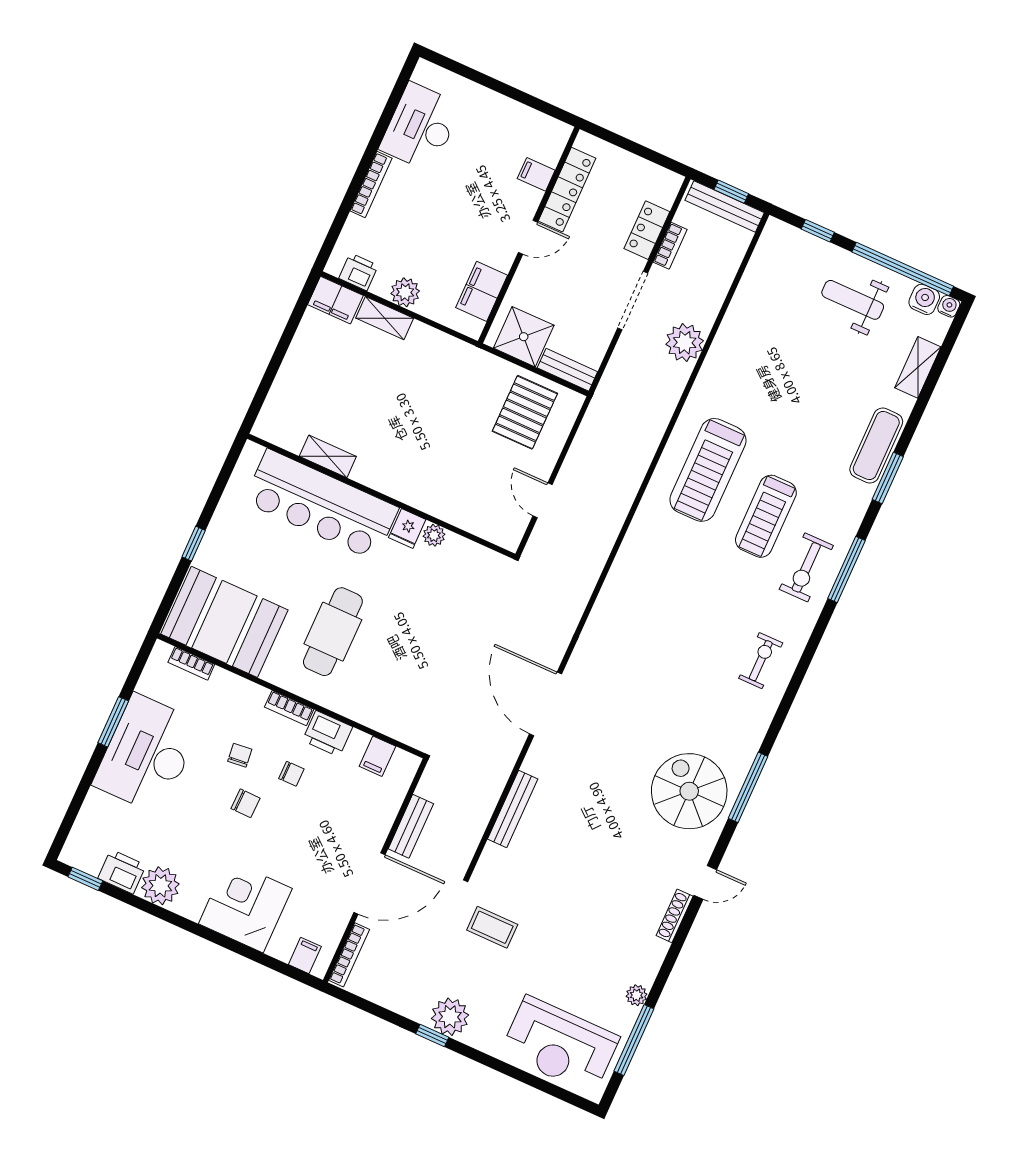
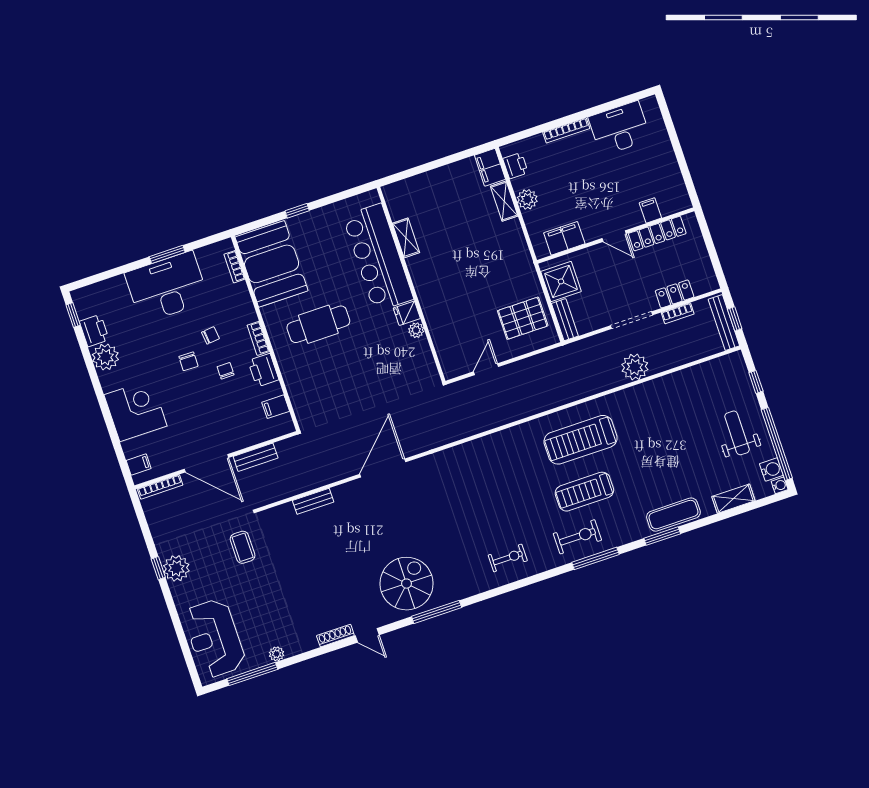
exercise bike: (806, 567) -> (577, 537), turned 180
chair: (291, 774) -> (226, 371), turned 180
bench: (513, 809) -> (313, 501), width x0.73

